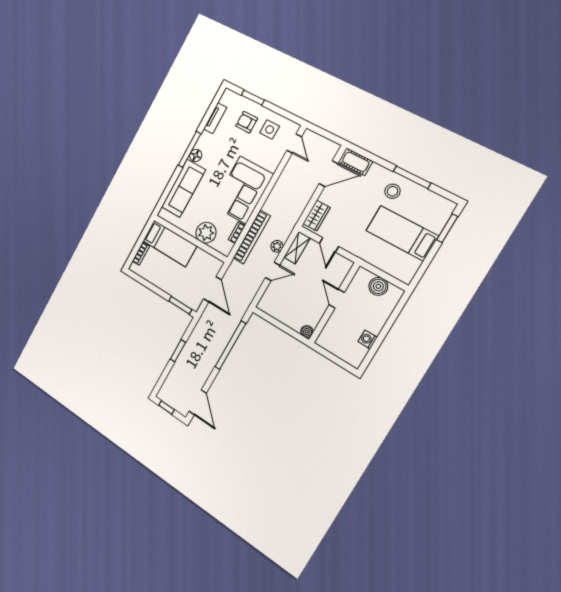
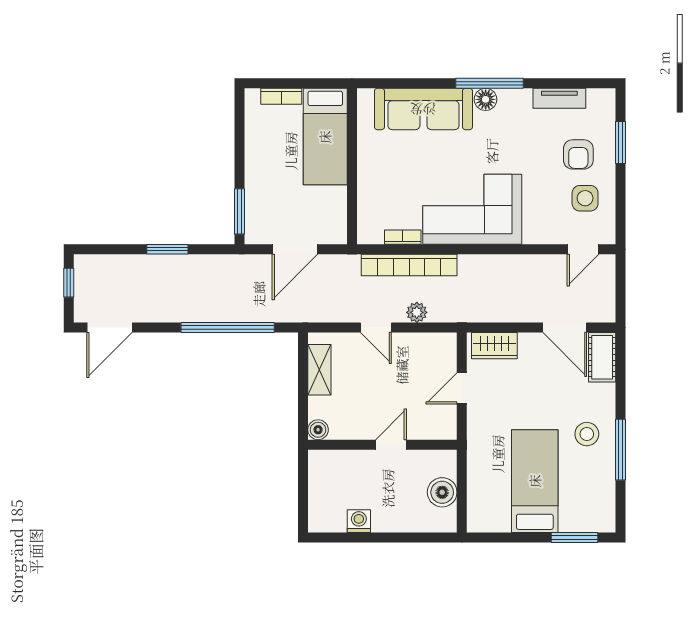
armchair: (247, 122) -> (578, 154), turned 180
plant: (206, 233) -> (375, 188), removed
shelving: (297, 248) -> (319, 370), moved, turned 90

